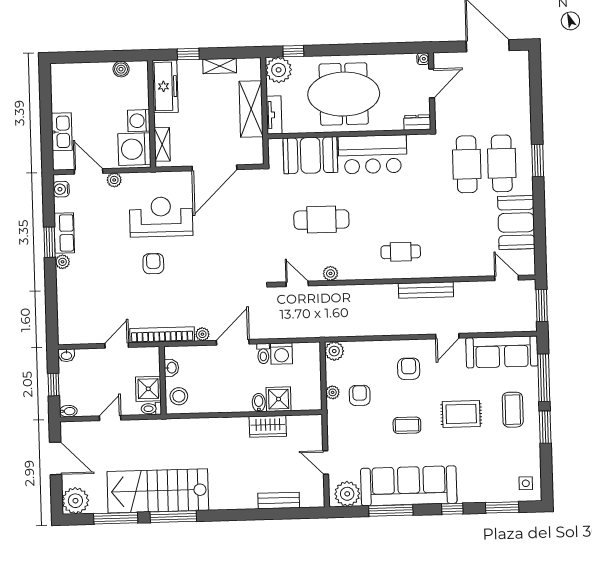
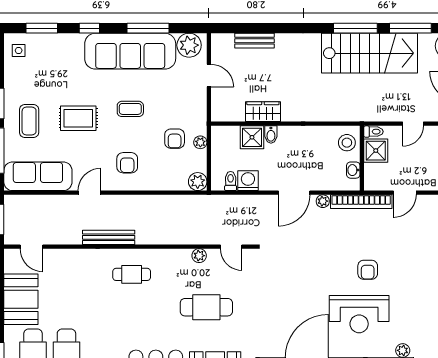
toilet: (263, 354) -> (231, 181), moved

